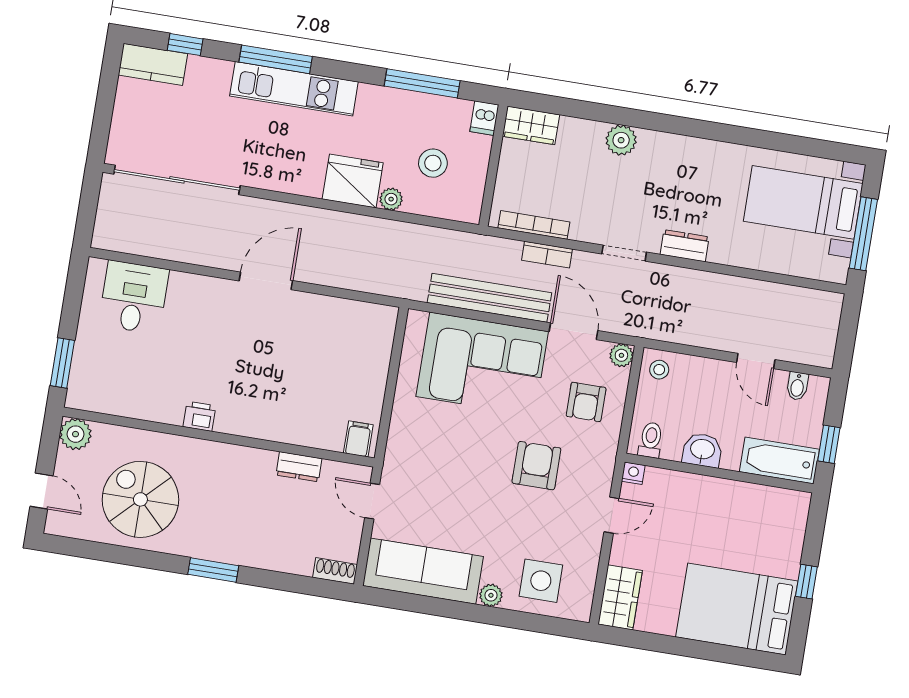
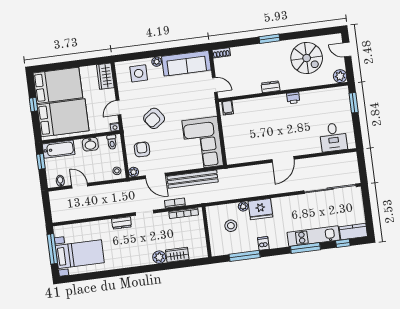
kitchen unit: (294, 89) -> (314, 236), moved
dishwasher: (484, 118) -> (263, 243), moved
wardrobe: (531, 125) -> (177, 255), moved
corner sofa: (482, 364) -> (203, 143), moved, turned -90
armchair: (536, 466) -> (154, 118), turned 54
dresser: (299, 467) -> (271, 87), moved
bed: (747, 530) -> (63, 118), added

